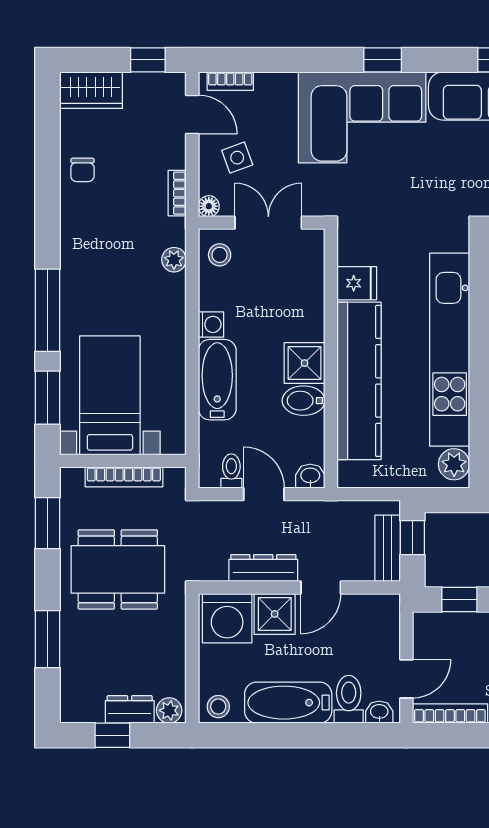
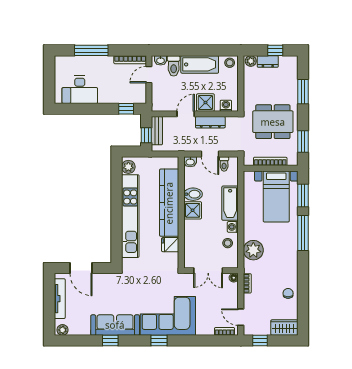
side table: (237, 158) -> (222, 299), removed
stool: (220, 255) -> (228, 243), moved
plant: (174, 260) -> (253, 250), width x1.87, depth x1.87
washing machine: (227, 618) -> (226, 106), width x0.53, depth x0.53

